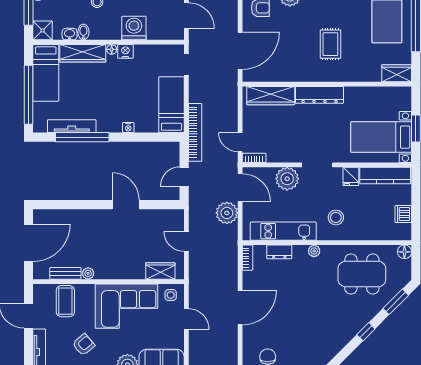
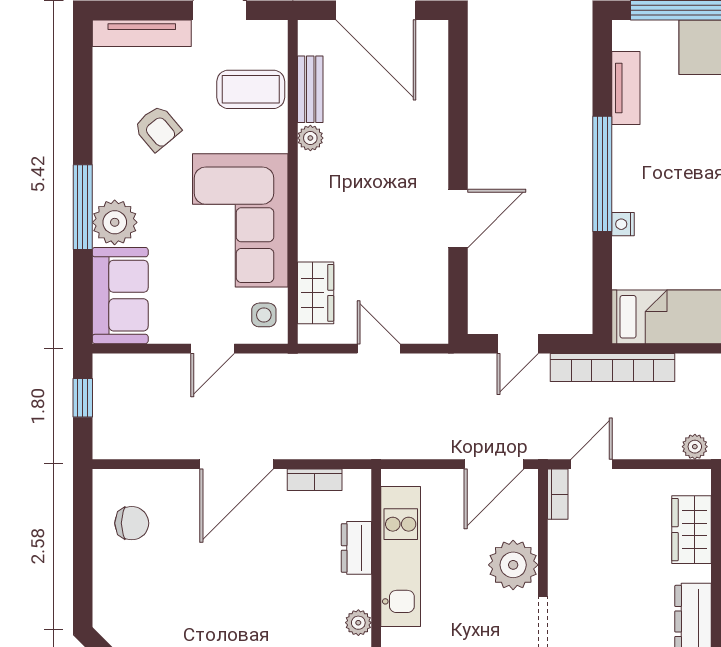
wardrobe: (271, 96) -> (692, 530), width x0.67
tv unit: (72, 126) -> (626, 88), width x0.71
window: (82, 137) -> (602, 174), moved
door: (184, 177) -> (518, 344), swing flipped
plant: (227, 213) -> (695, 447), moved, width x0.53, depth x0.53
door: (186, 241) -> (379, 349), hinge flipped
bookcase: (247, 258) -> (315, 480), moved
door: (240, 308) -> (237, 464), hinge flipped

